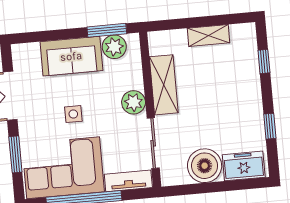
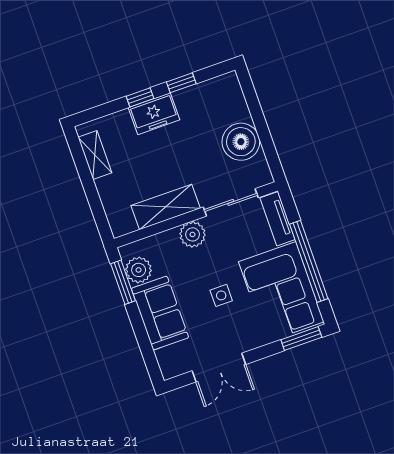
shelving: (208, 35) -> (95, 155), moved
window: (264, 61) -> (140, 97), moved
window: (15, 154) -> (301, 339), moved
freezer: (244, 166) -> (154, 114), moved, turned -90

